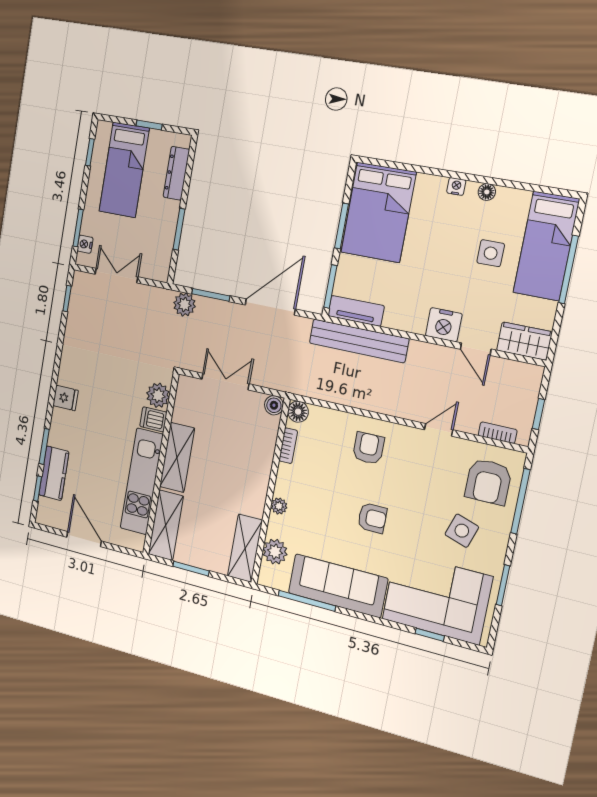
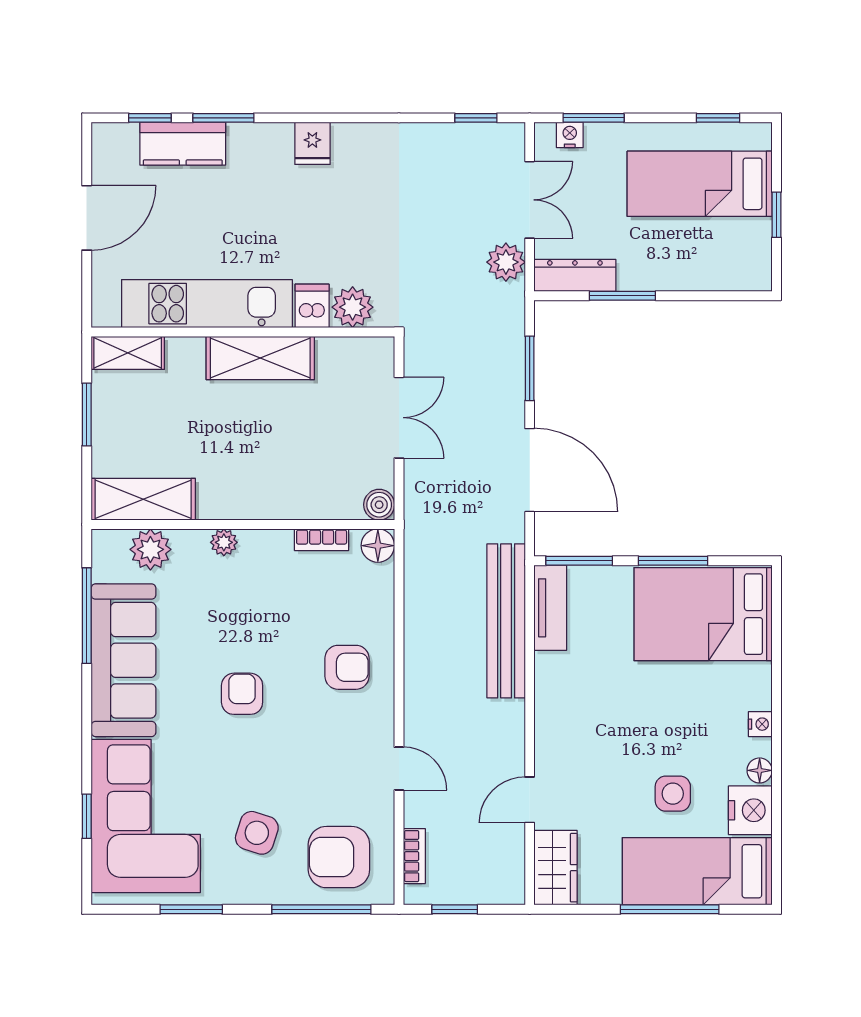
dresser: (176, 173) -> (575, 275), moved
plant: (184, 305) -> (506, 262), moved
nightstand: (444, 325) -> (750, 810), moved, turned 180
armchair: (372, 518) -> (242, 694), turned 180
shelving: (166, 525) -> (128, 353), width x0.67, depth x0.75

